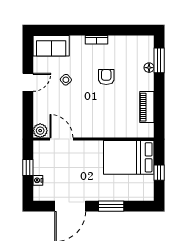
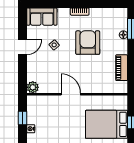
armchair: (106, 77) -> (88, 43), width x1.88, depth x1.88
door: (61, 139) -> (71, 94), moved
bed: (129, 157) -> (106, 124), moved

